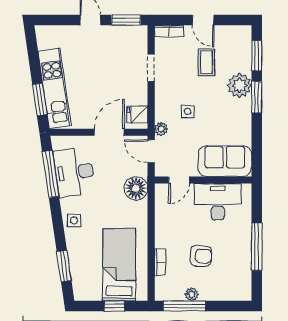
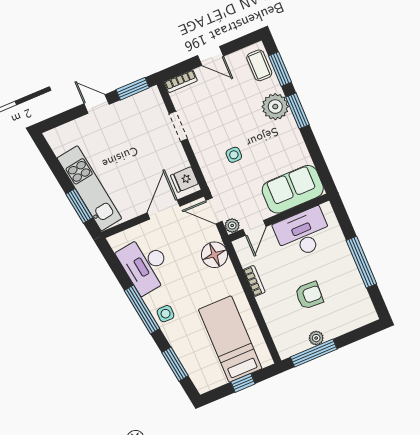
coffee table: (206, 62) -> (259, 65), moved
plant: (161, 129) -> (232, 225), moved
window: (51, 174) -> (142, 310), moved
bookcase: (160, 262) -> (254, 281), moved

